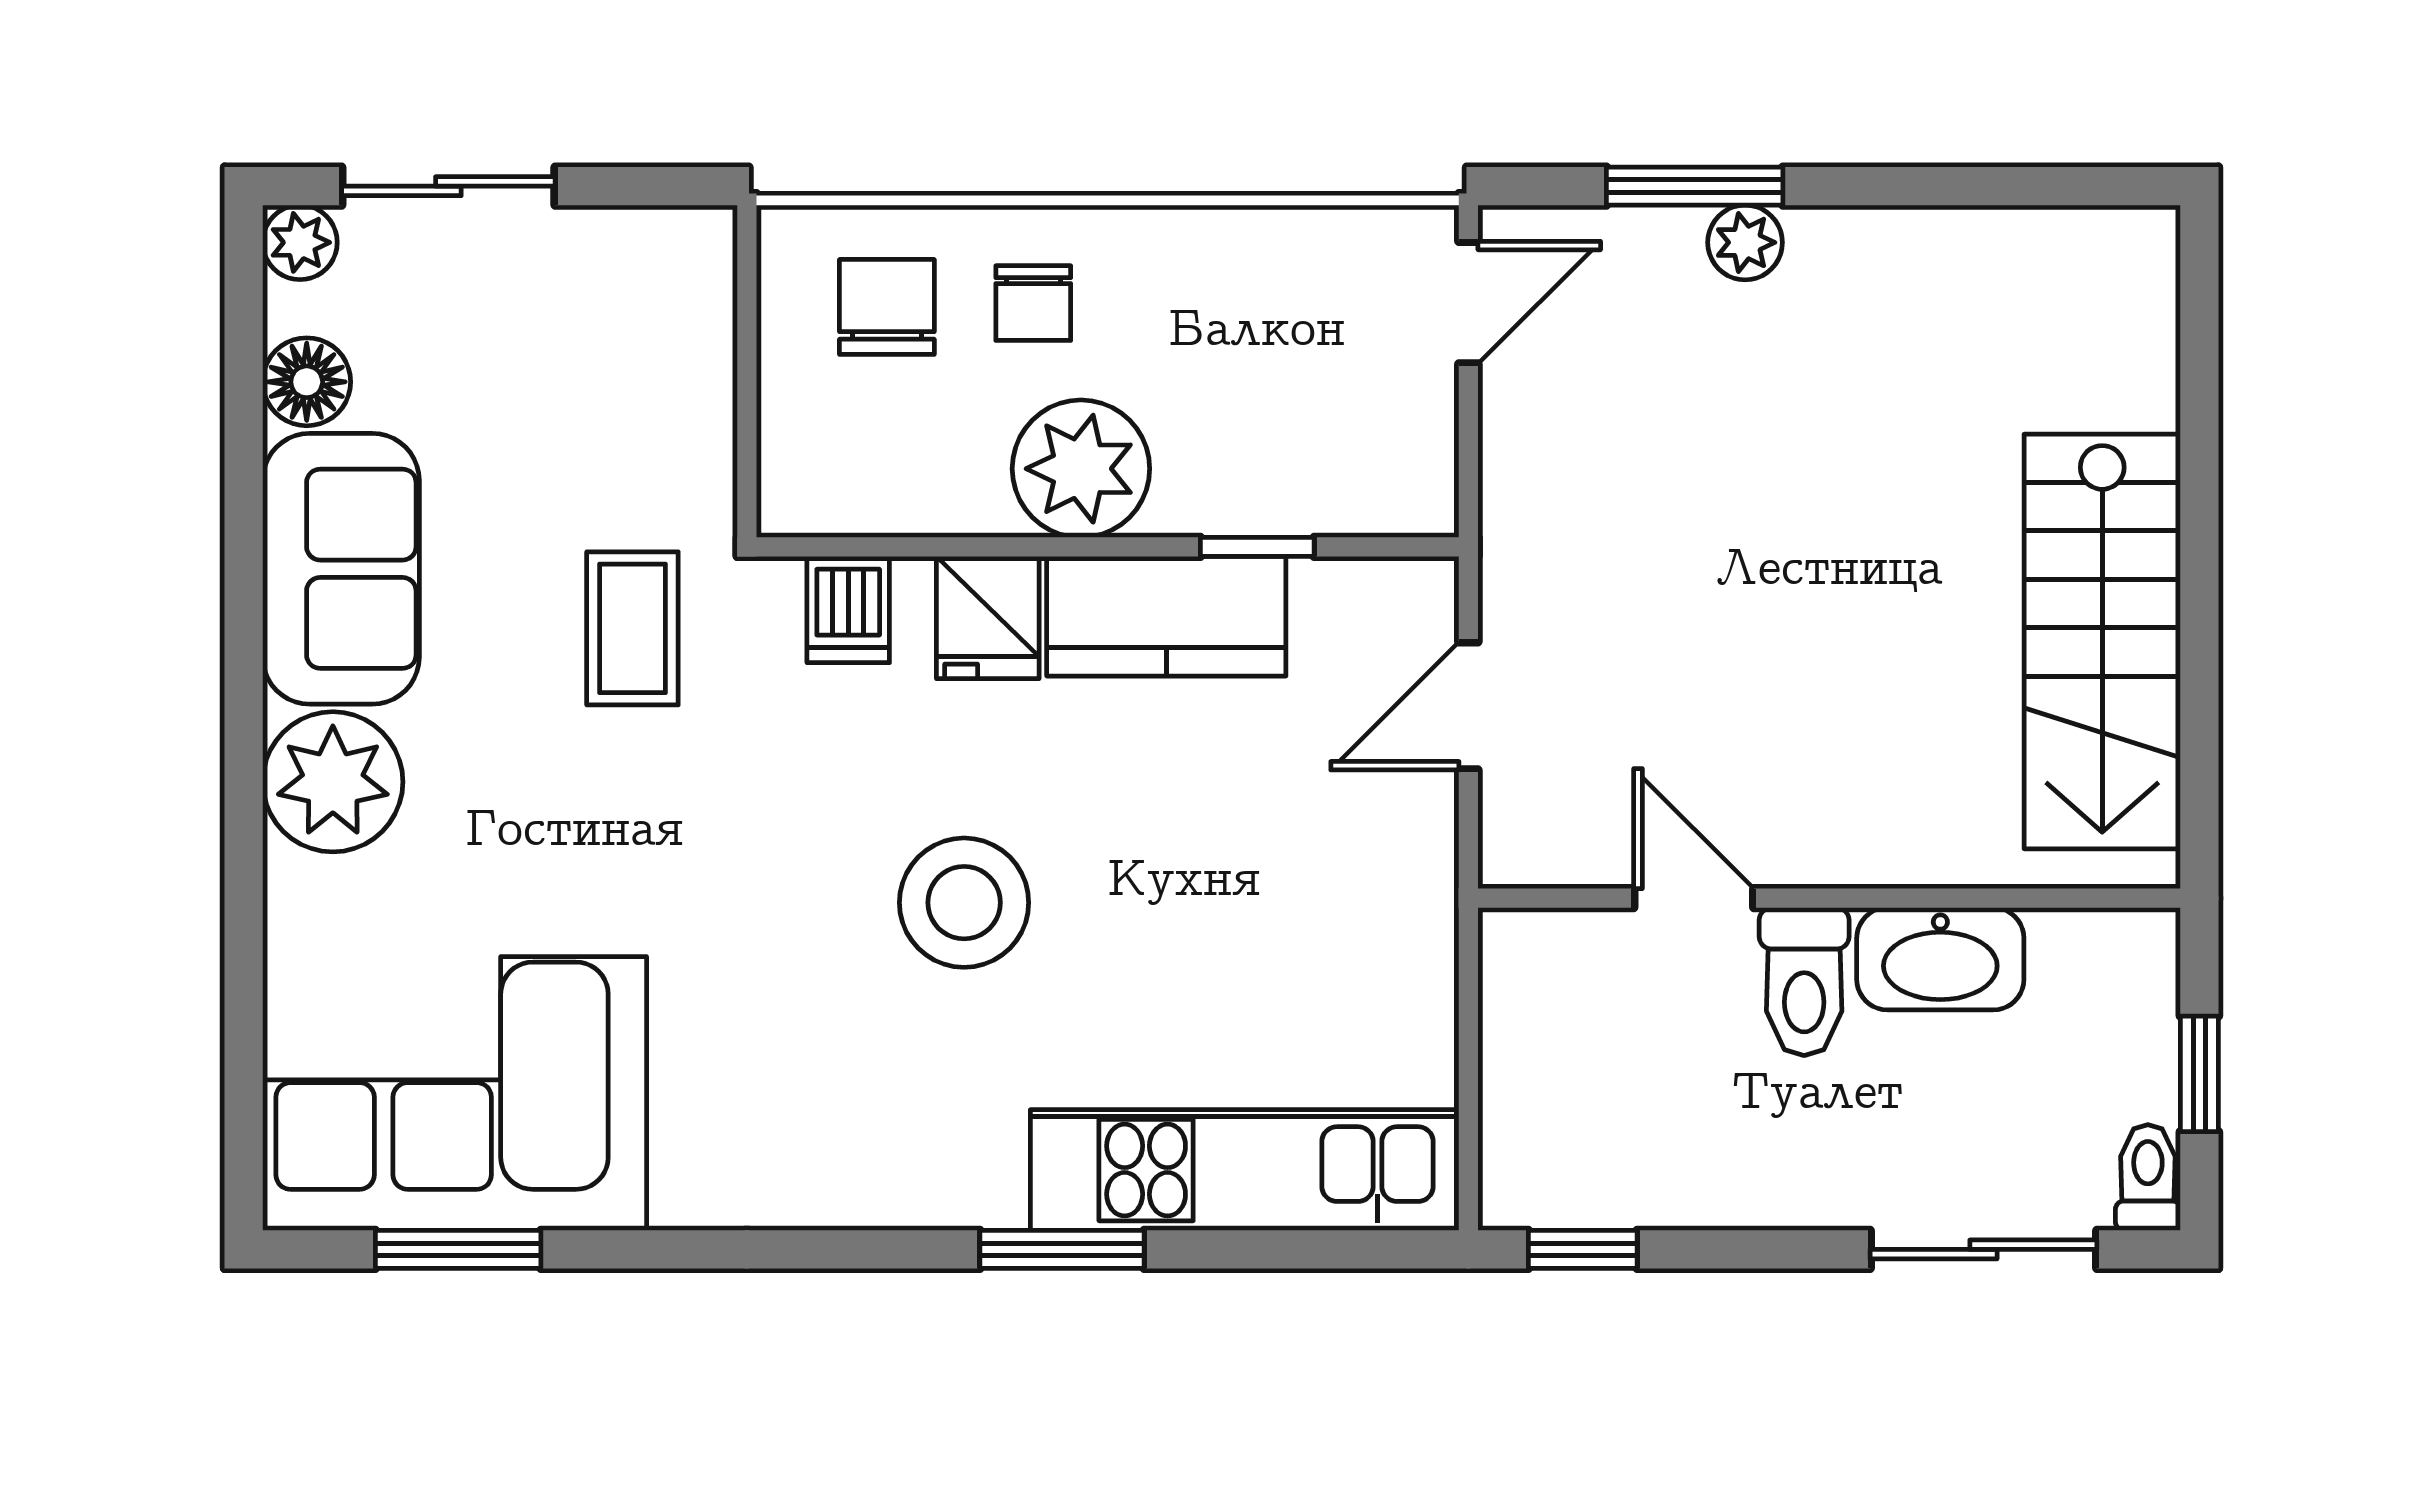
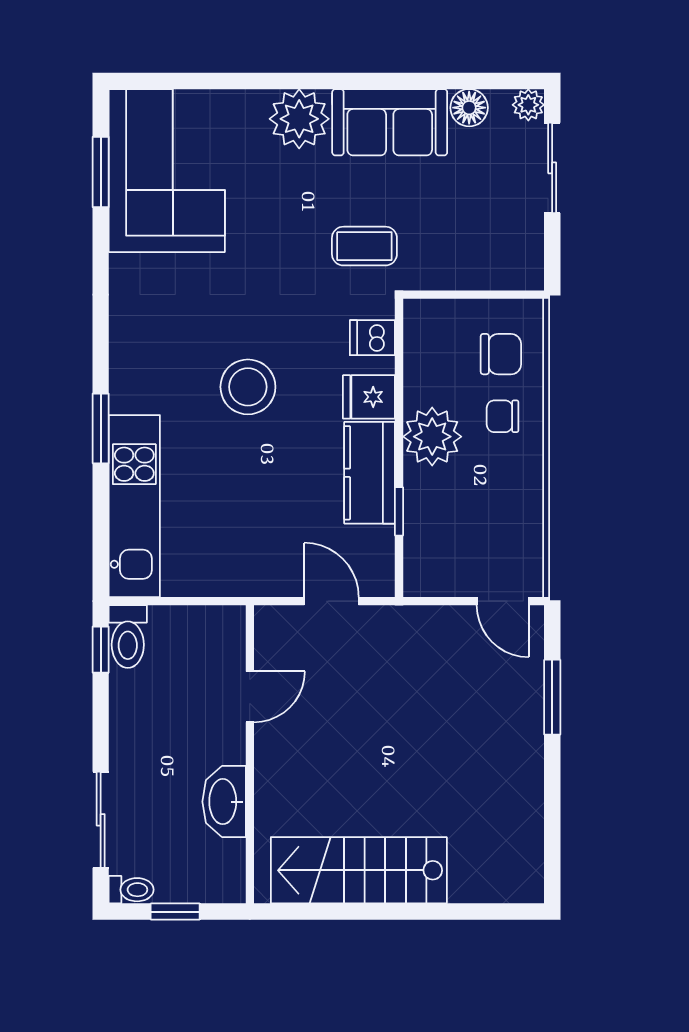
plant: (1745, 242) -> (528, 719), removed
toilet: (1804, 982) -> (128, 637), moved, turned -90

